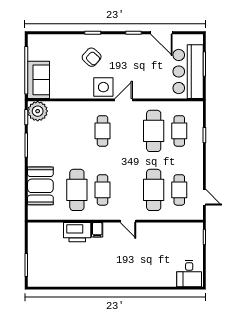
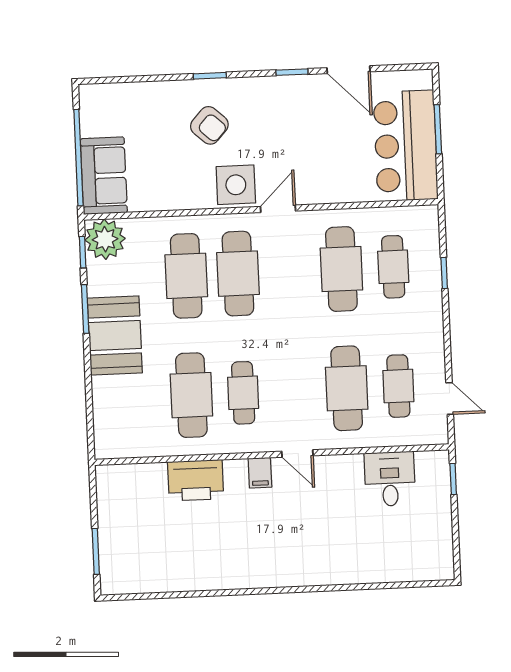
cafe table: (77, 131) -> (186, 276), added
cafe table: (103, 131) -> (238, 274), width x1.37, depth x1.35
booth: (40, 186) -> (115, 336), moved
filing cabinet: (97, 230) -> (260, 473), moved
desk: (189, 274) -> (390, 479), moved, turned 180

